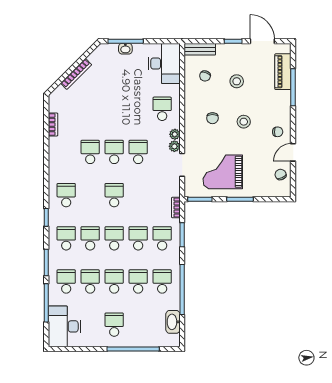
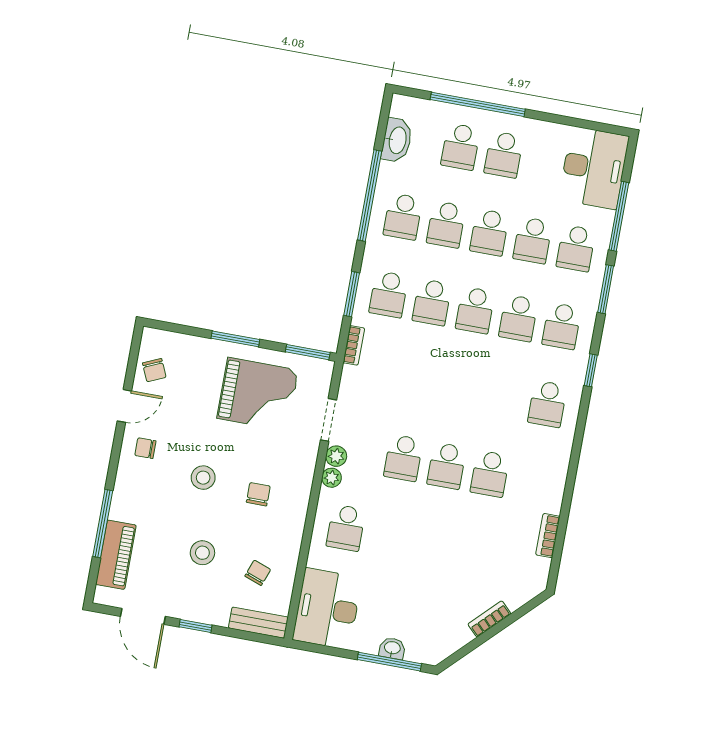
bookcase: (76, 74) -> (489, 619), width x0.64
school desk: (114, 195) -> (460, 147), moved

